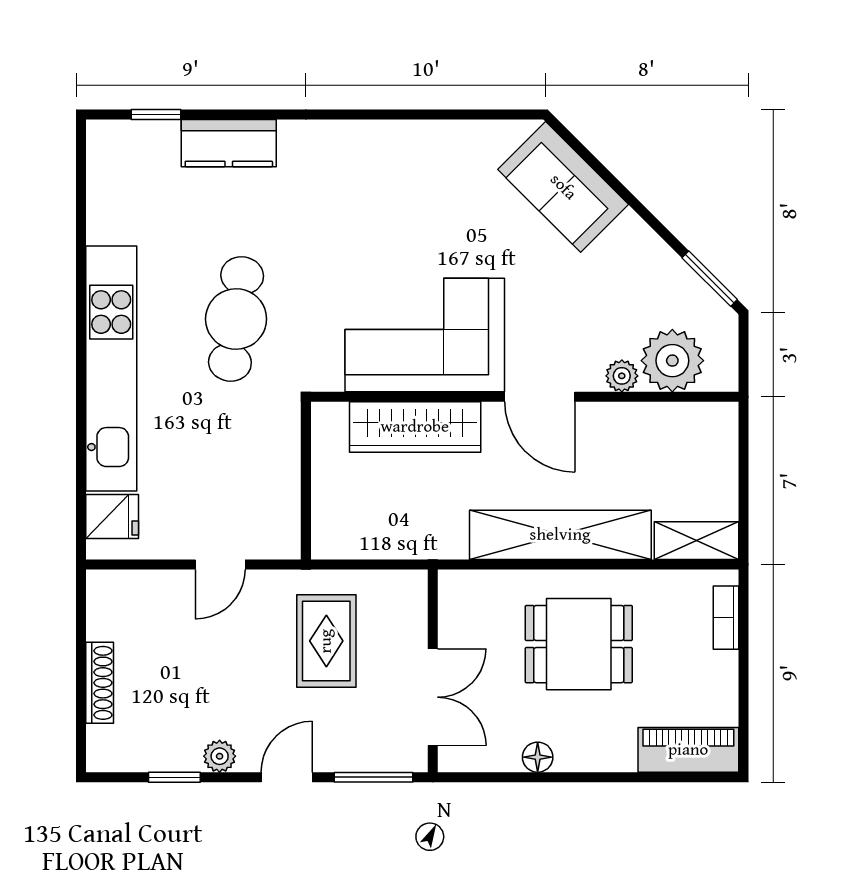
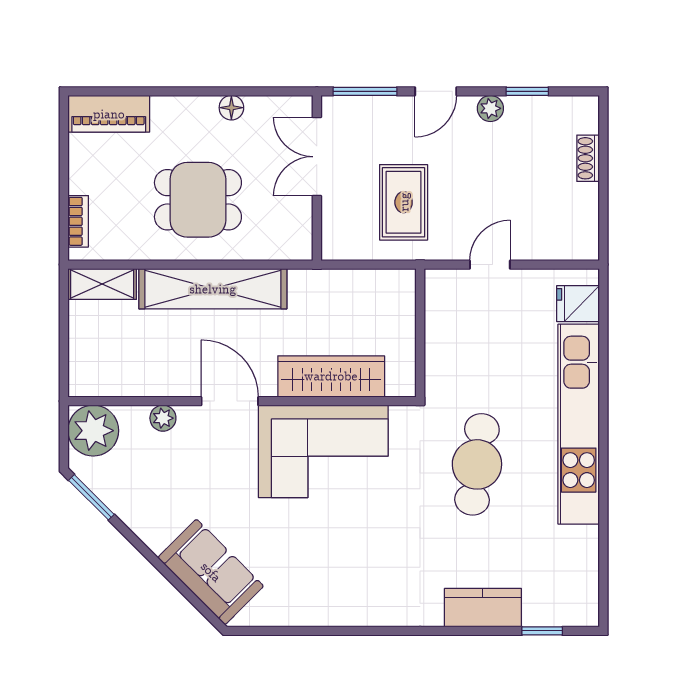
plant: (672, 361) -> (93, 431), moved
shoe rack: (100, 683) -> (588, 158), width x0.70

